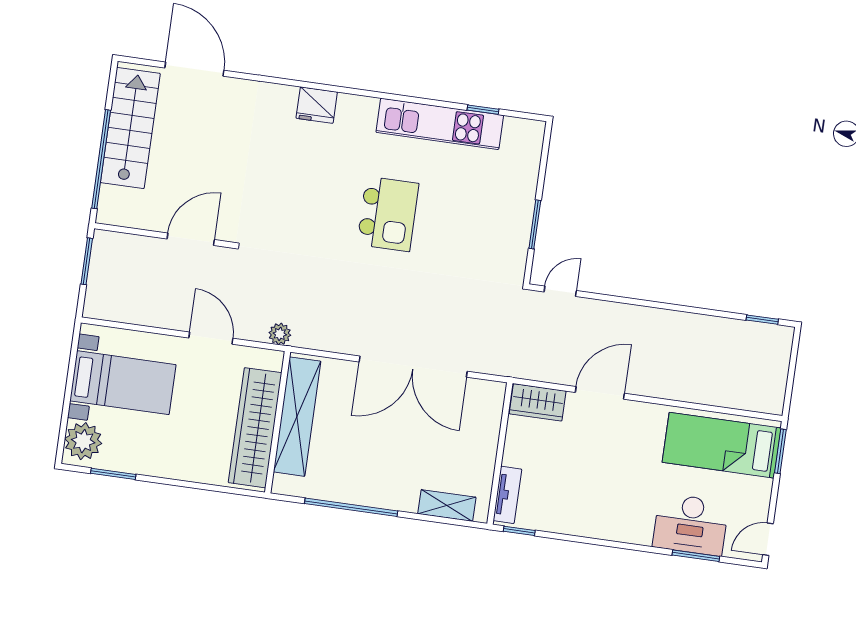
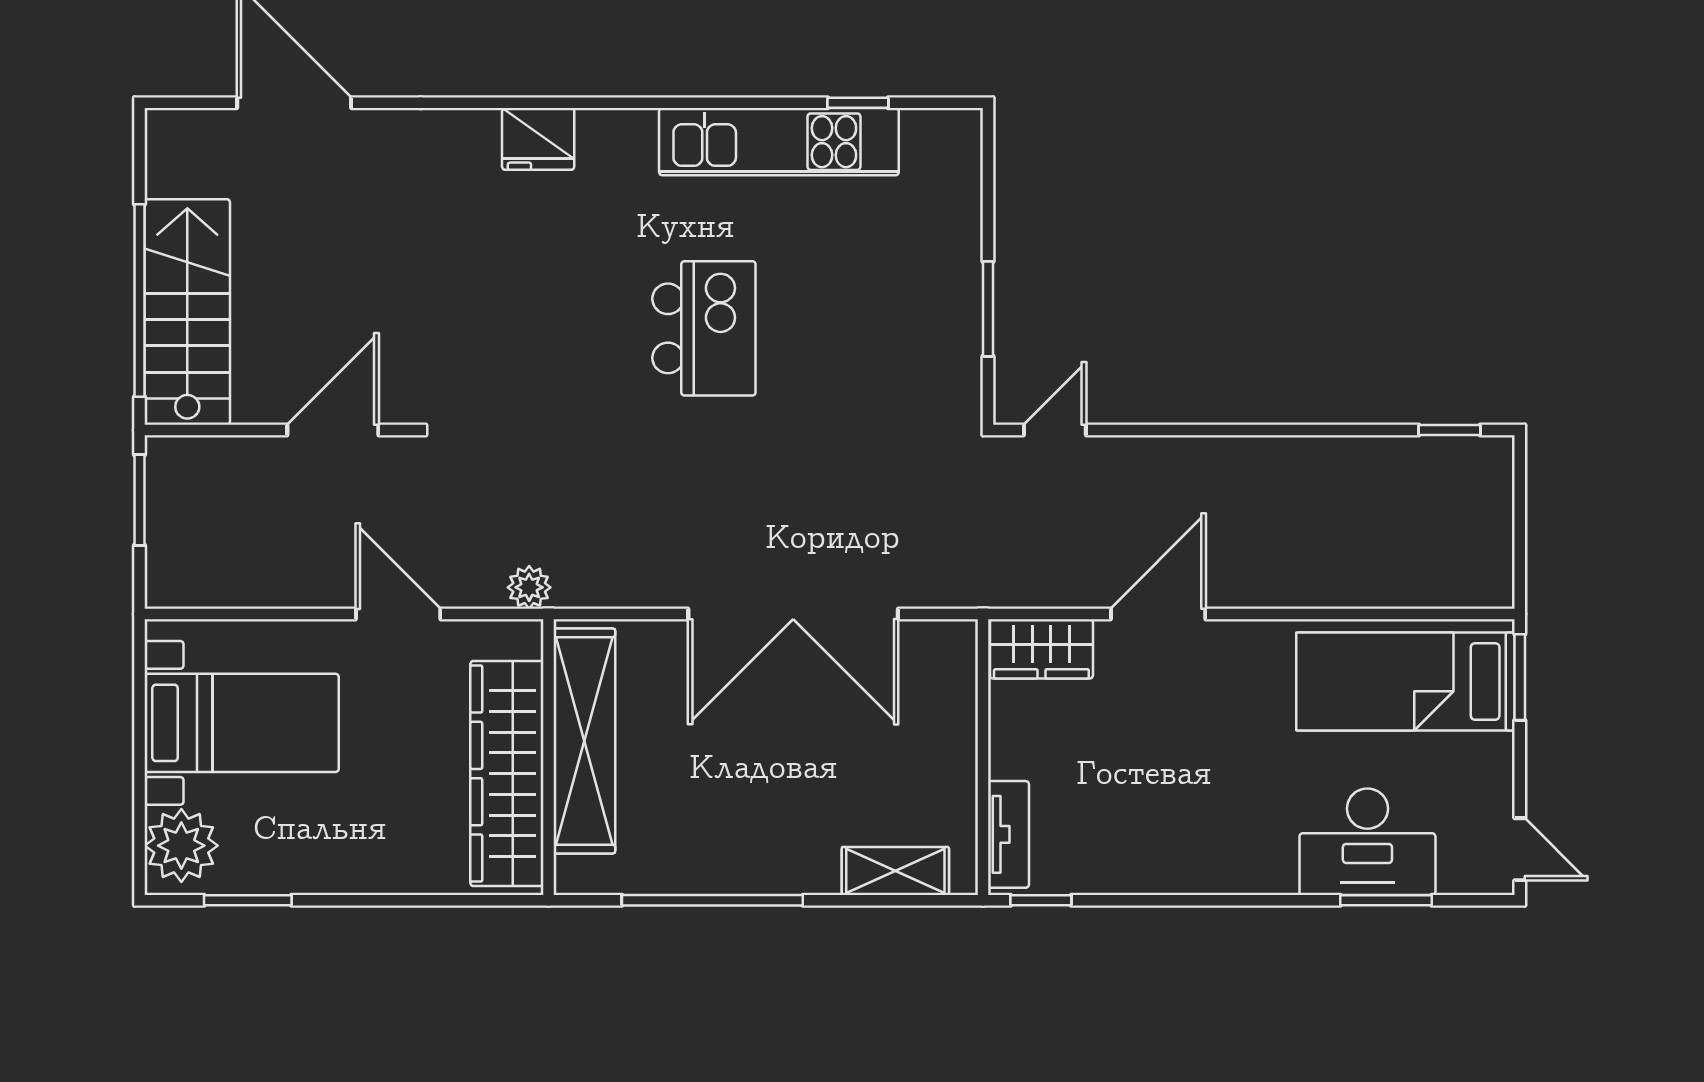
stairs: (130, 128) -> (187, 312), moved
door: (768, 539) -> (1520, 849), swing flipped

